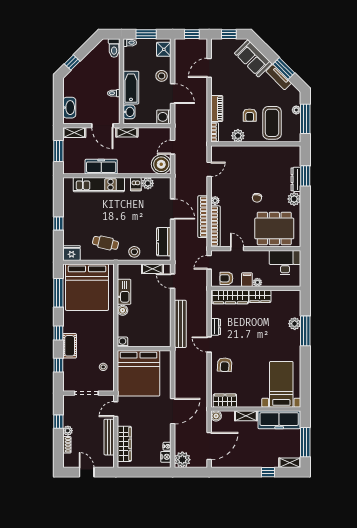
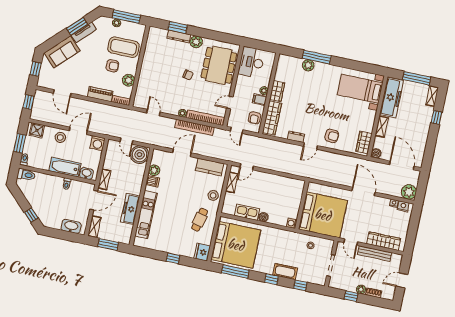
bench: (180, 324) -> (287, 168), removed

